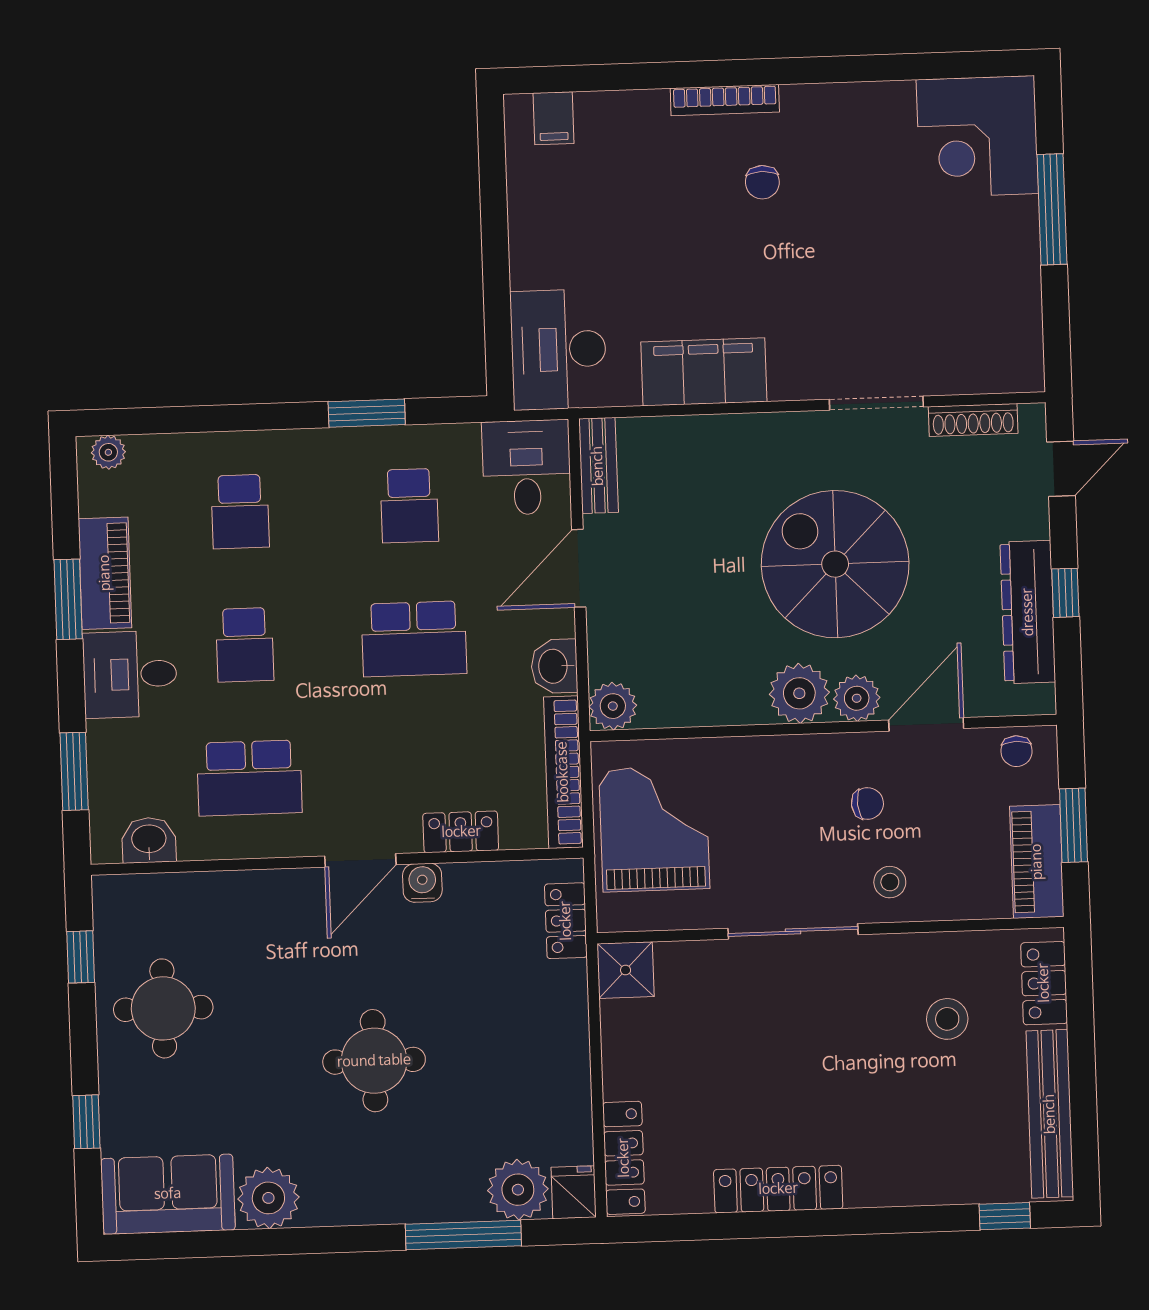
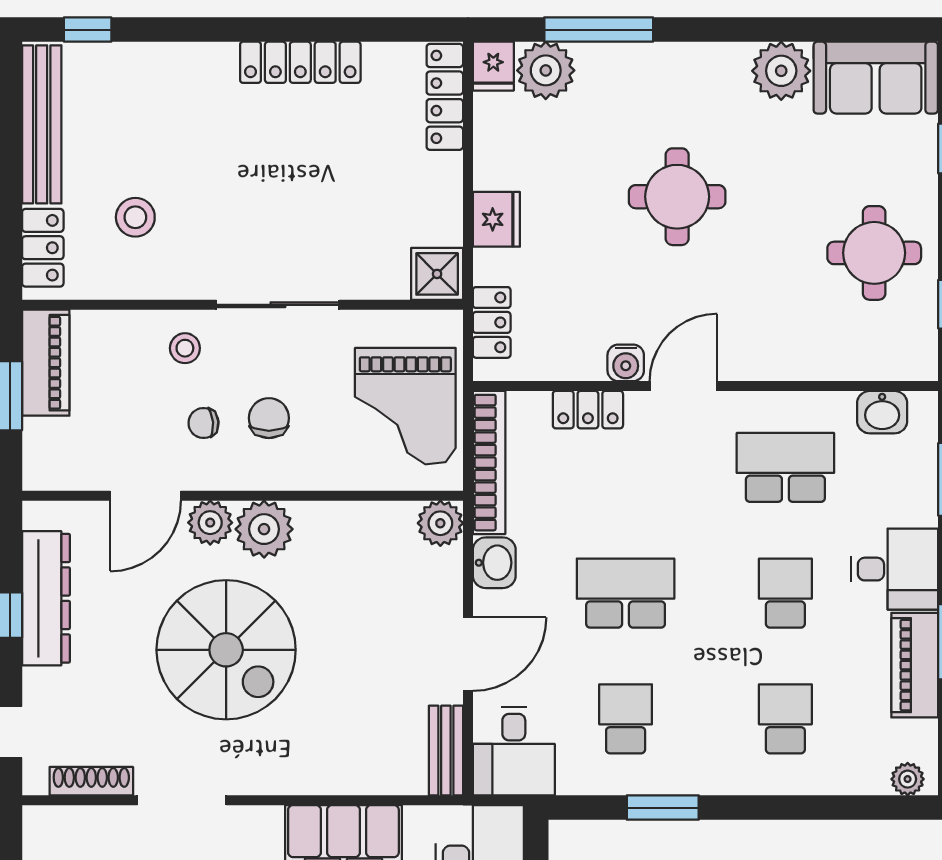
chair: (1016, 751) -> (269, 418), moved, width x1.37, depth x1.37
fridge: (565, 1030) -> (496, 219), added

